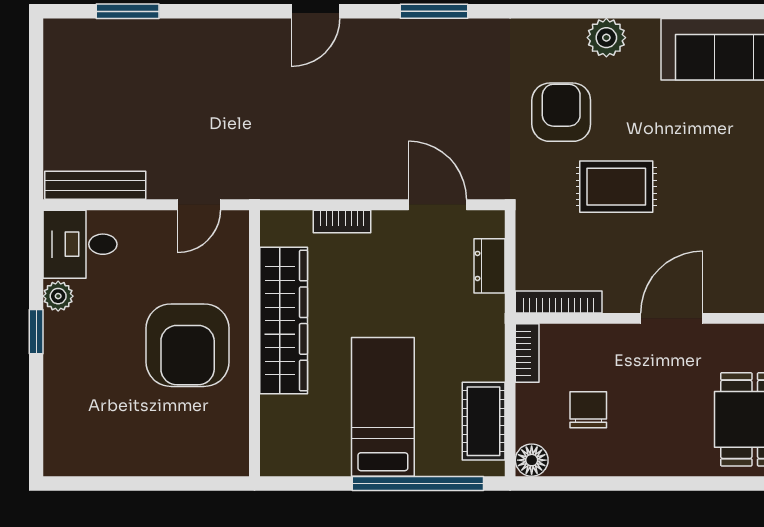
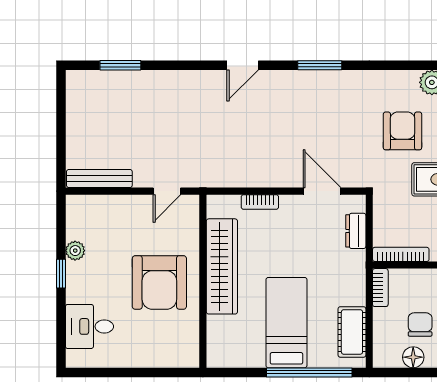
desk: (80, 244) -> (89, 326), moved
floor lamp: (532, 460) -> (413, 357), moved

